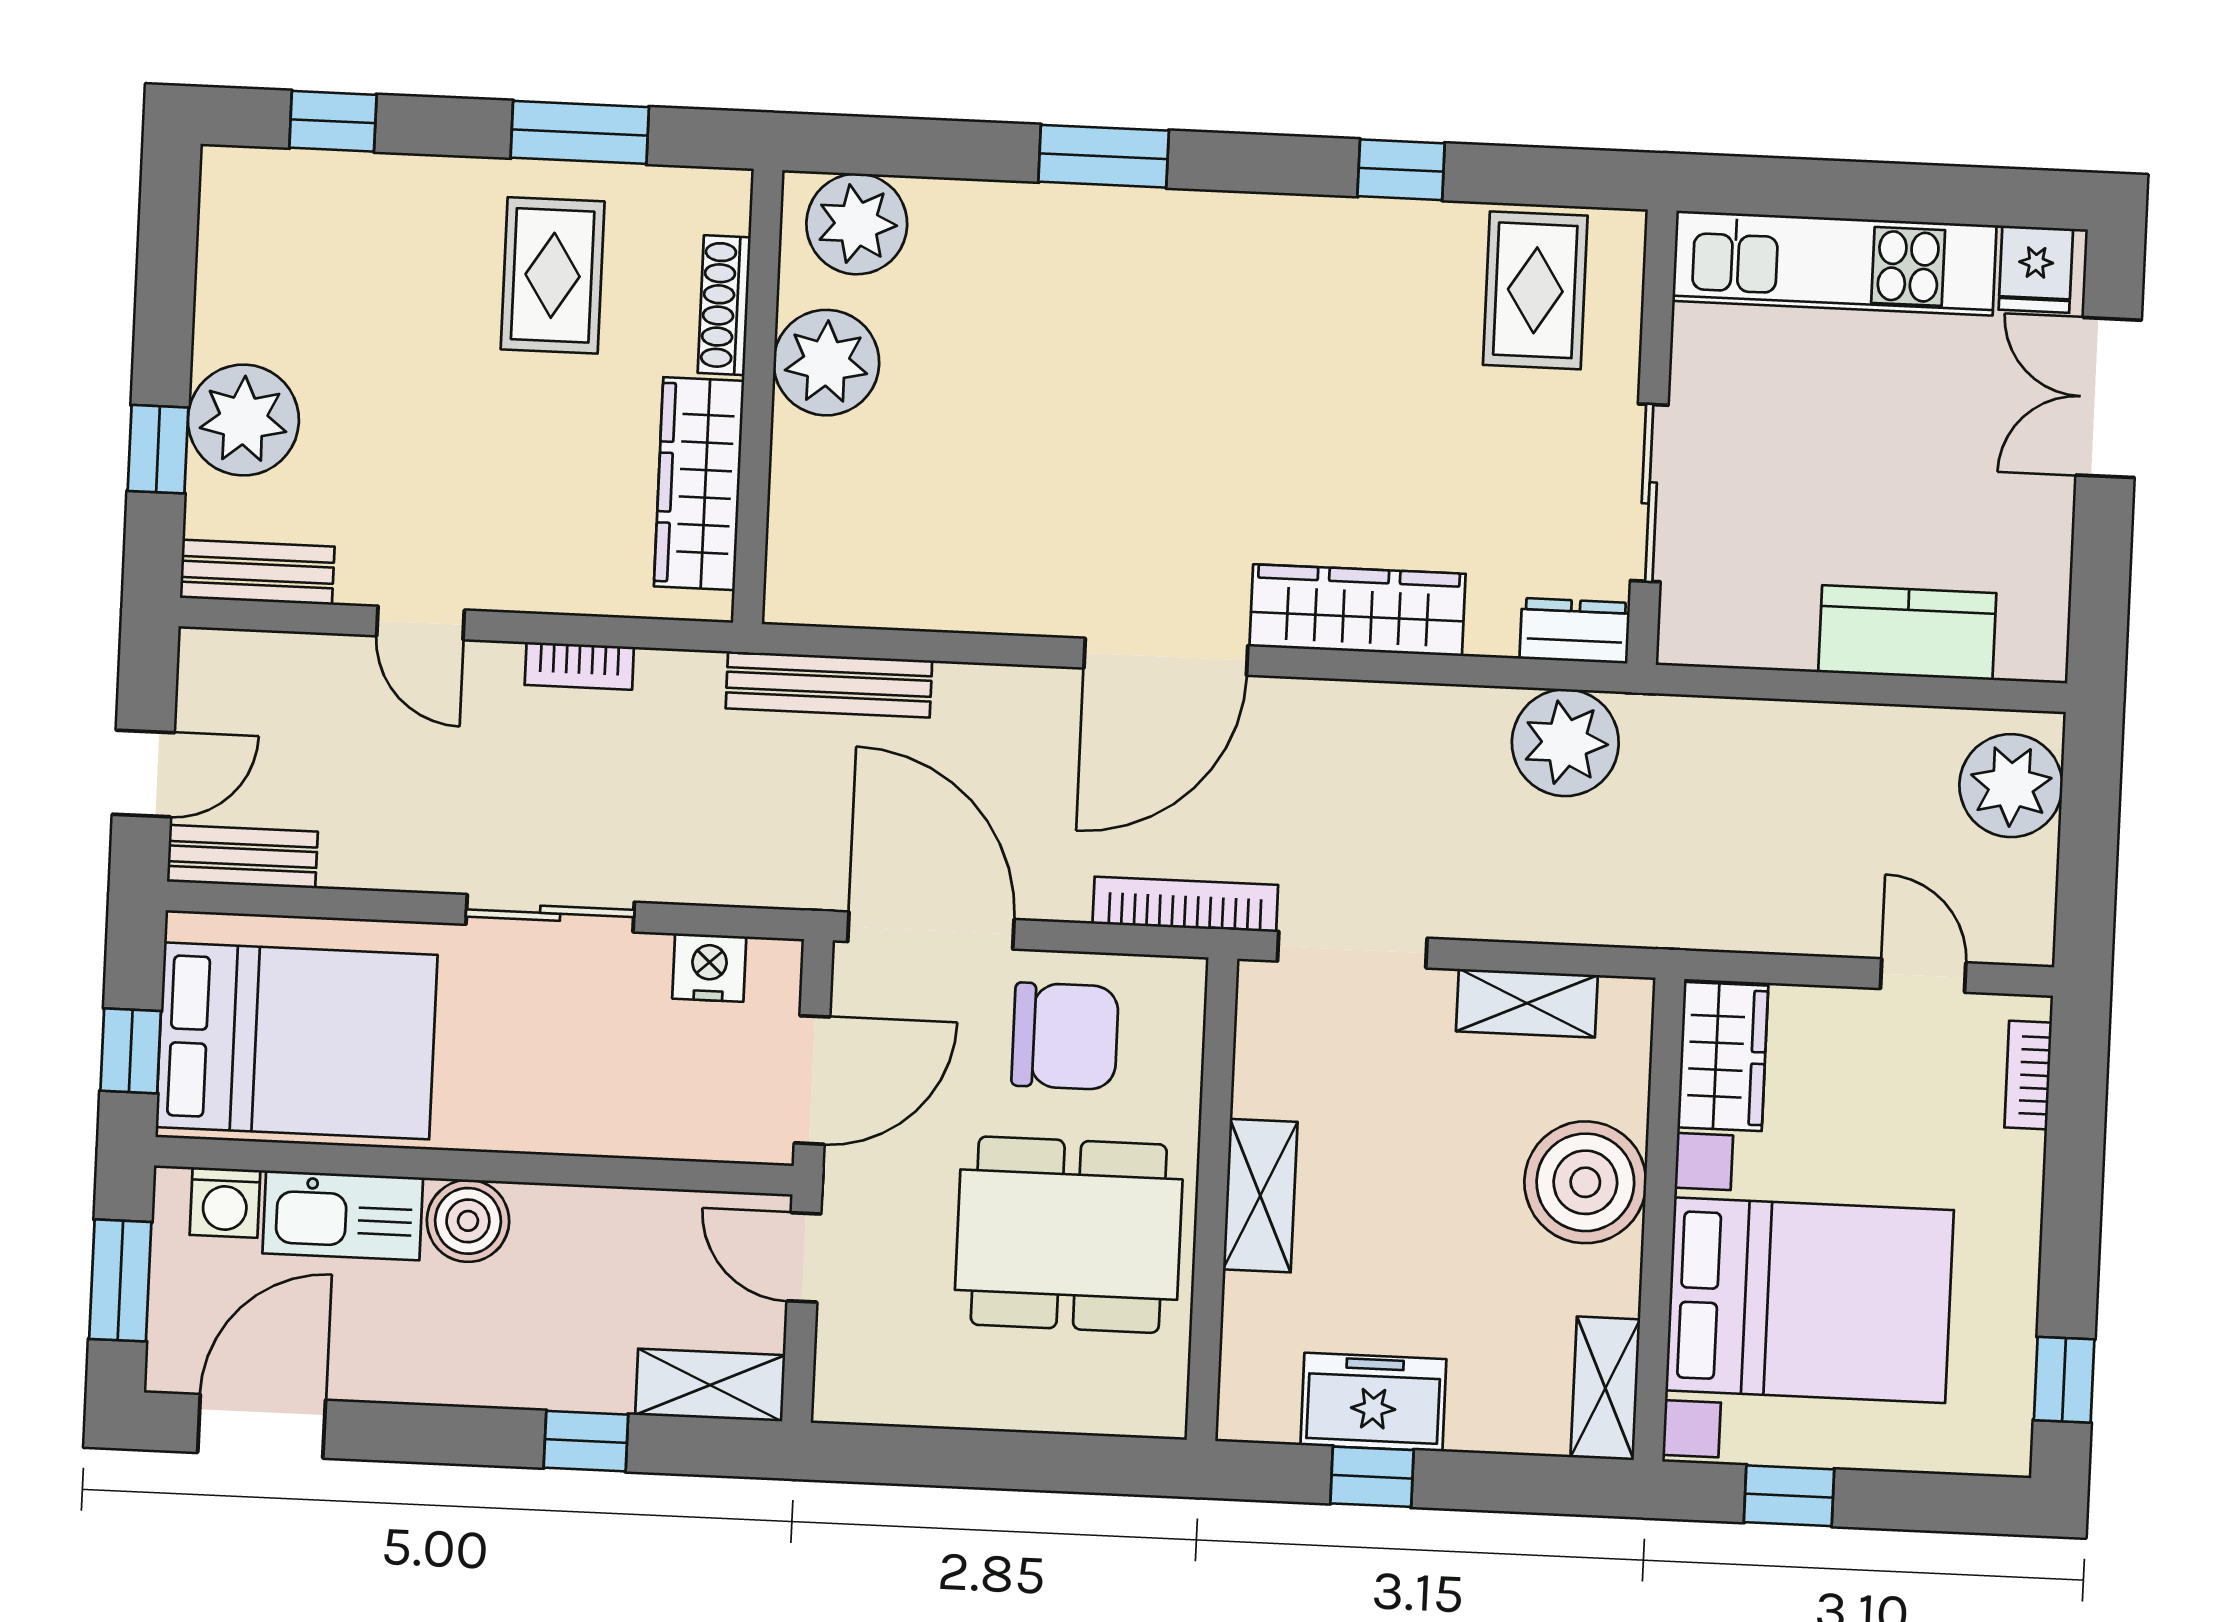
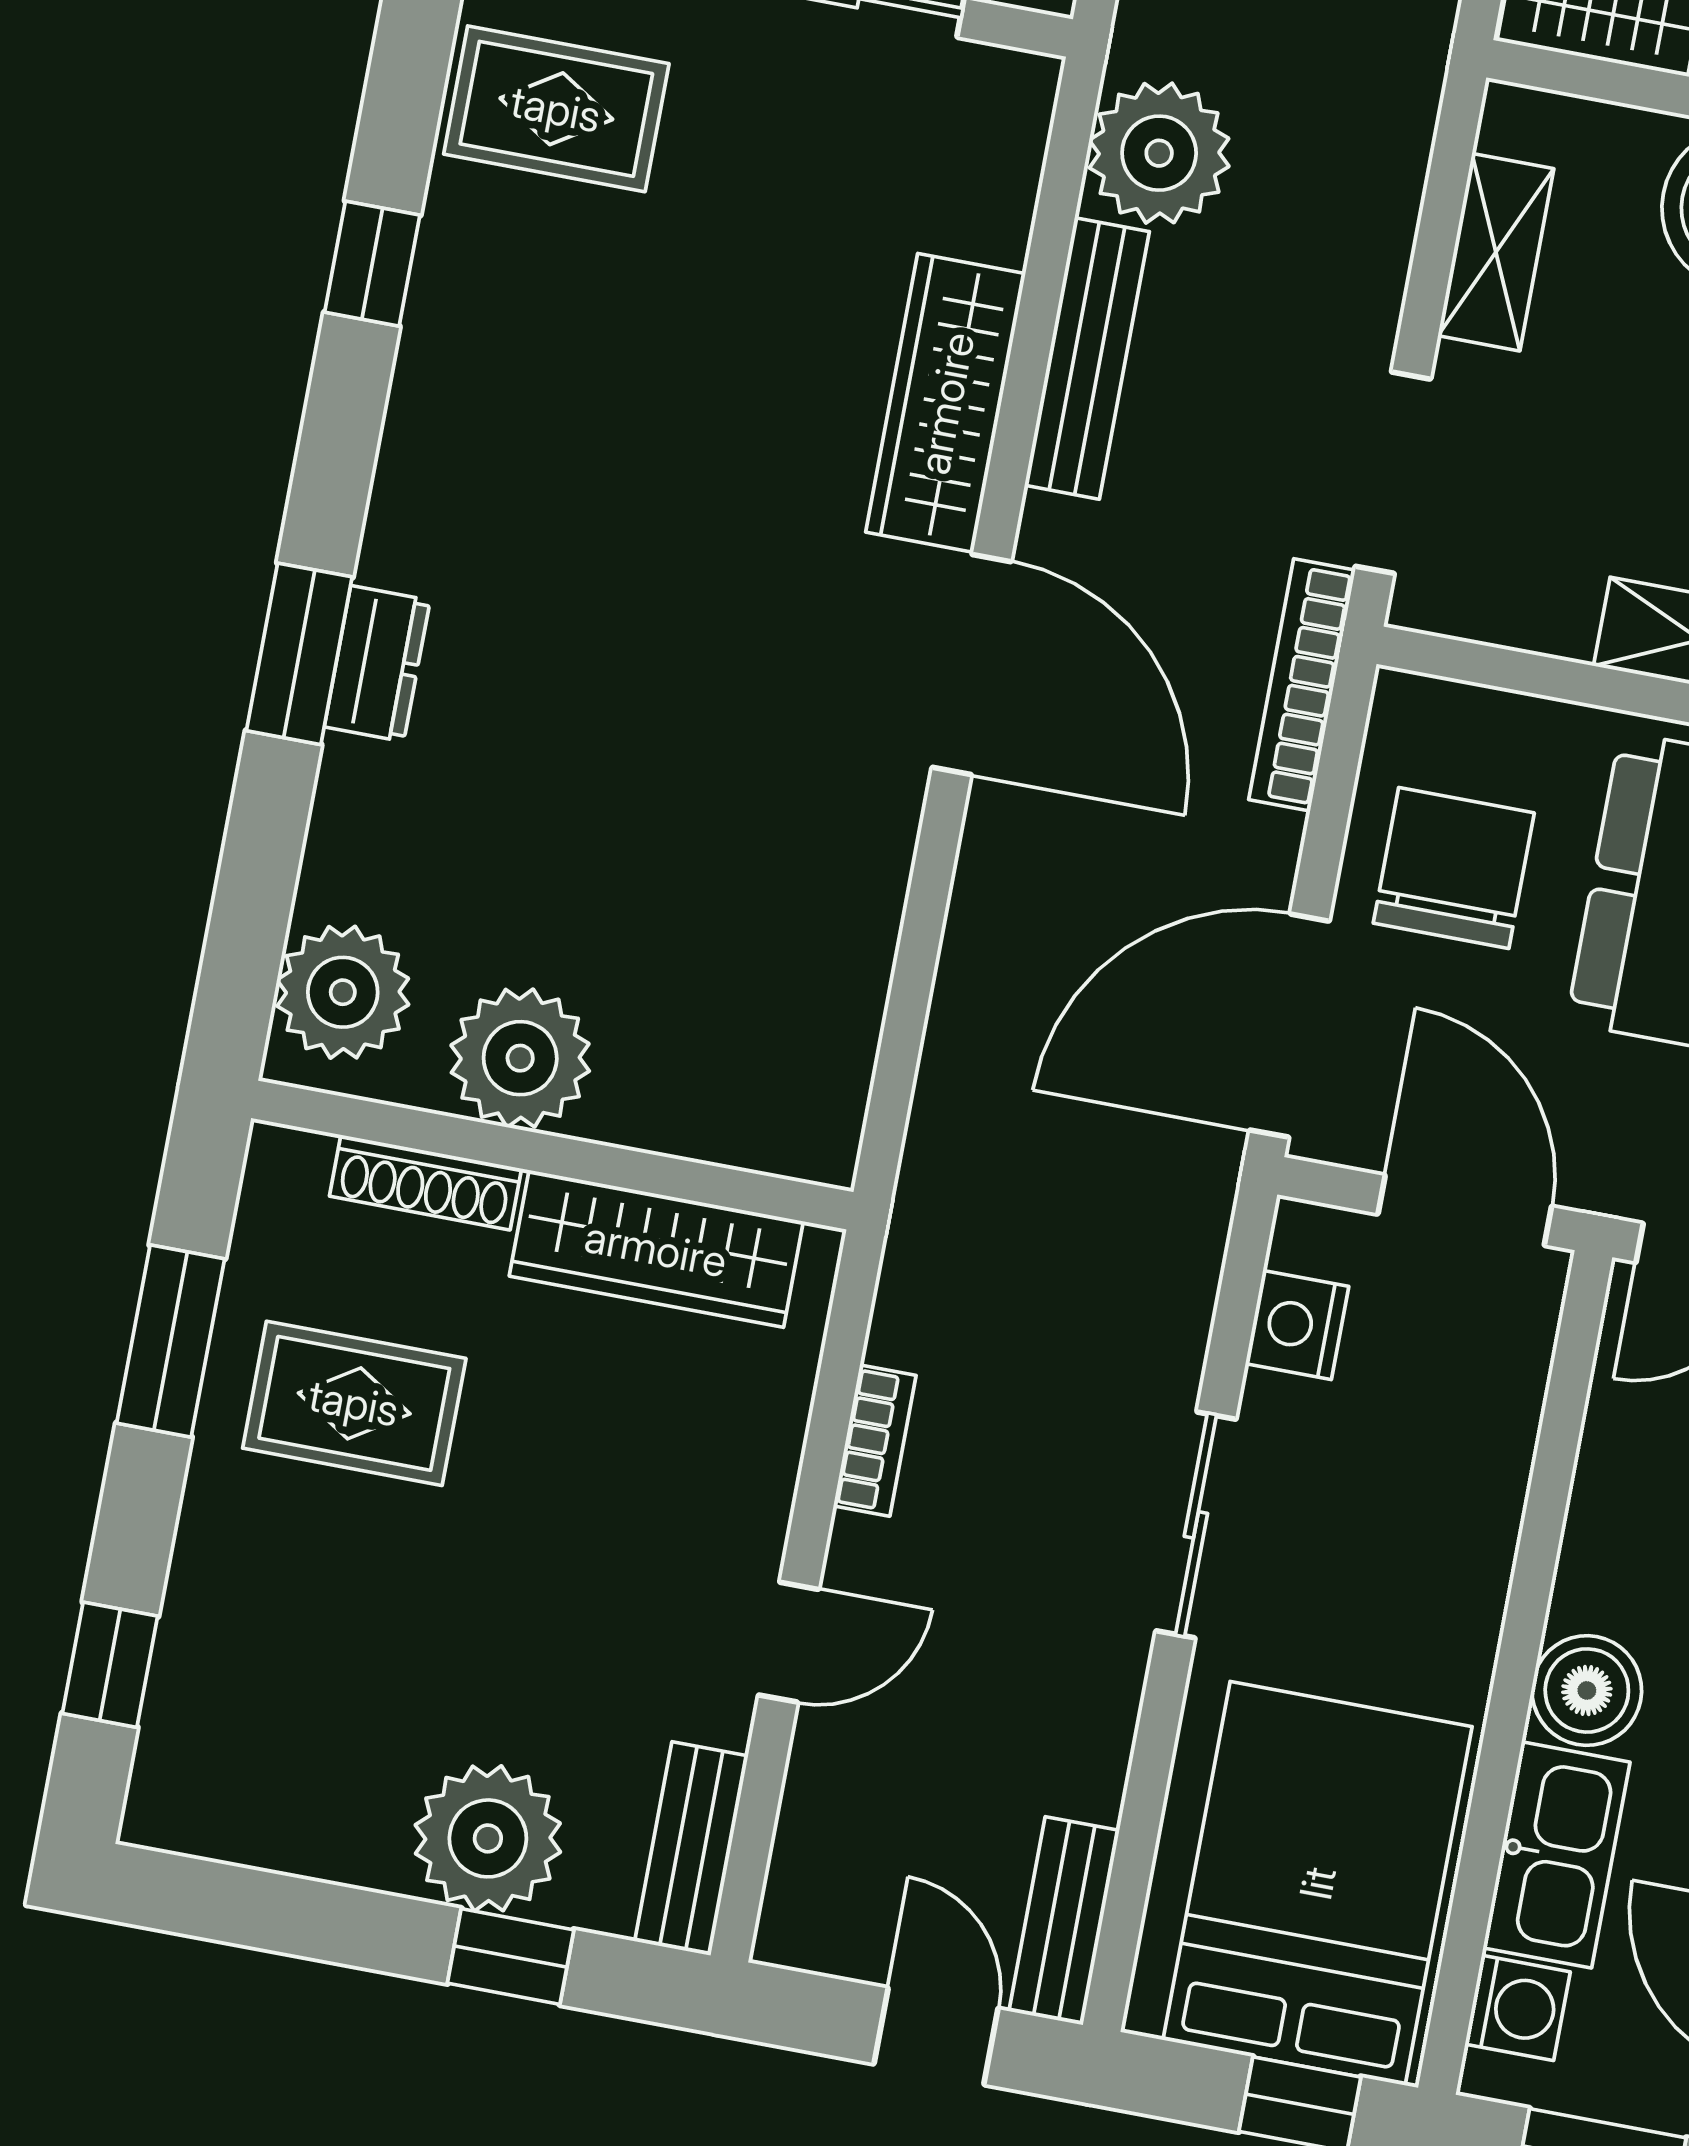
dresser: (1575, 631) -> (377, 664), moved, turned 180
bench: (829, 684) -> (1087, 358), moved

